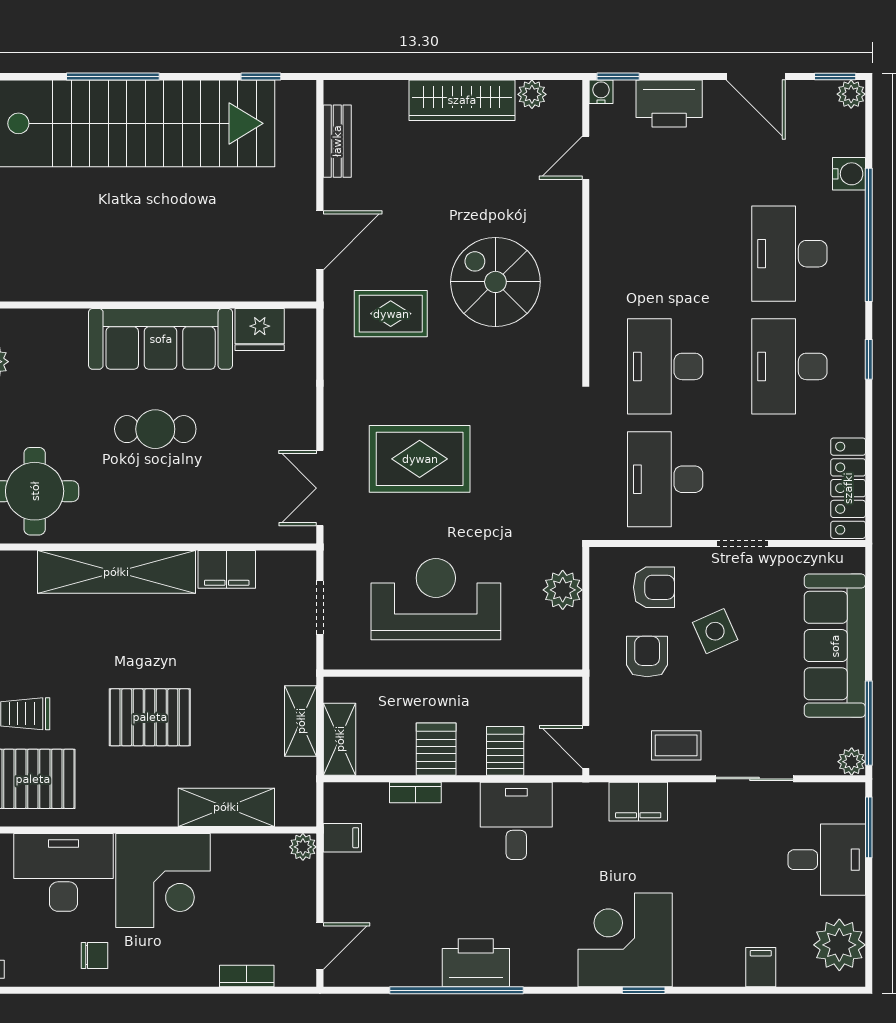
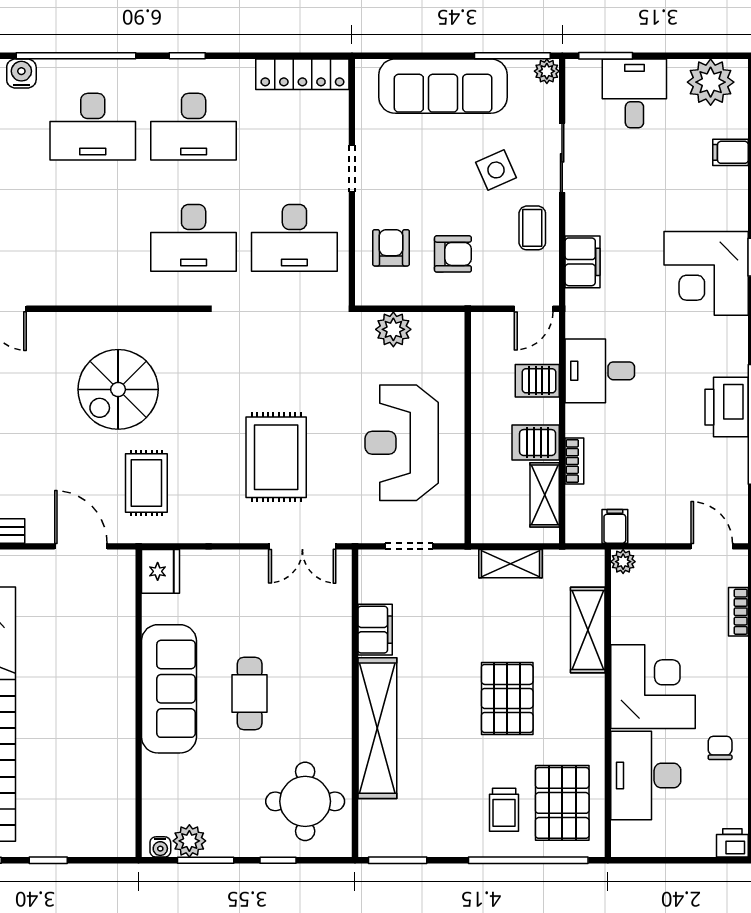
fridge: (260, 329) -> (161, 571), moved
side table: (715, 631) -> (496, 170), moved
armchair: (647, 657) -> (453, 254), turned 180
shelving: (340, 739) -> (545, 495), moved, turned 90

